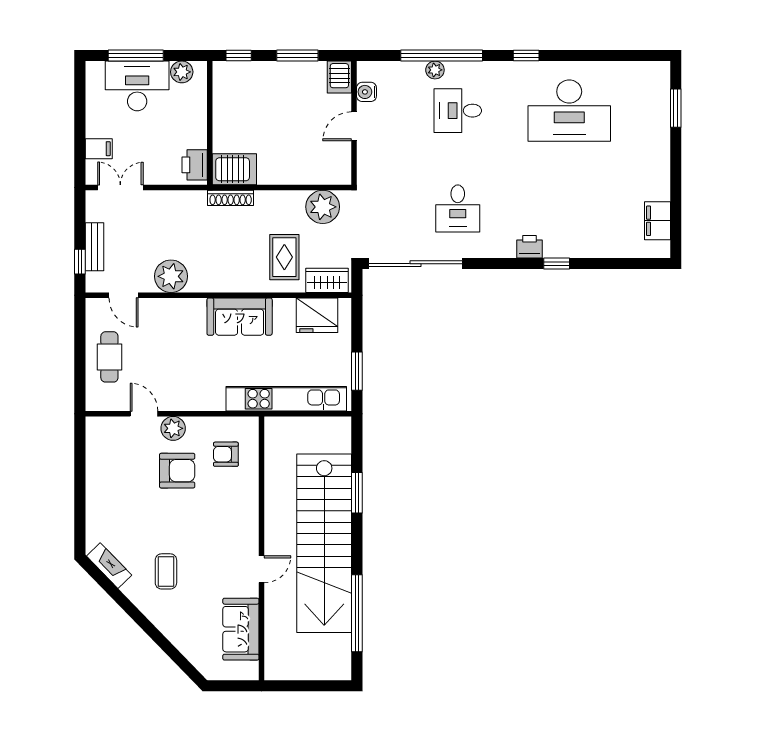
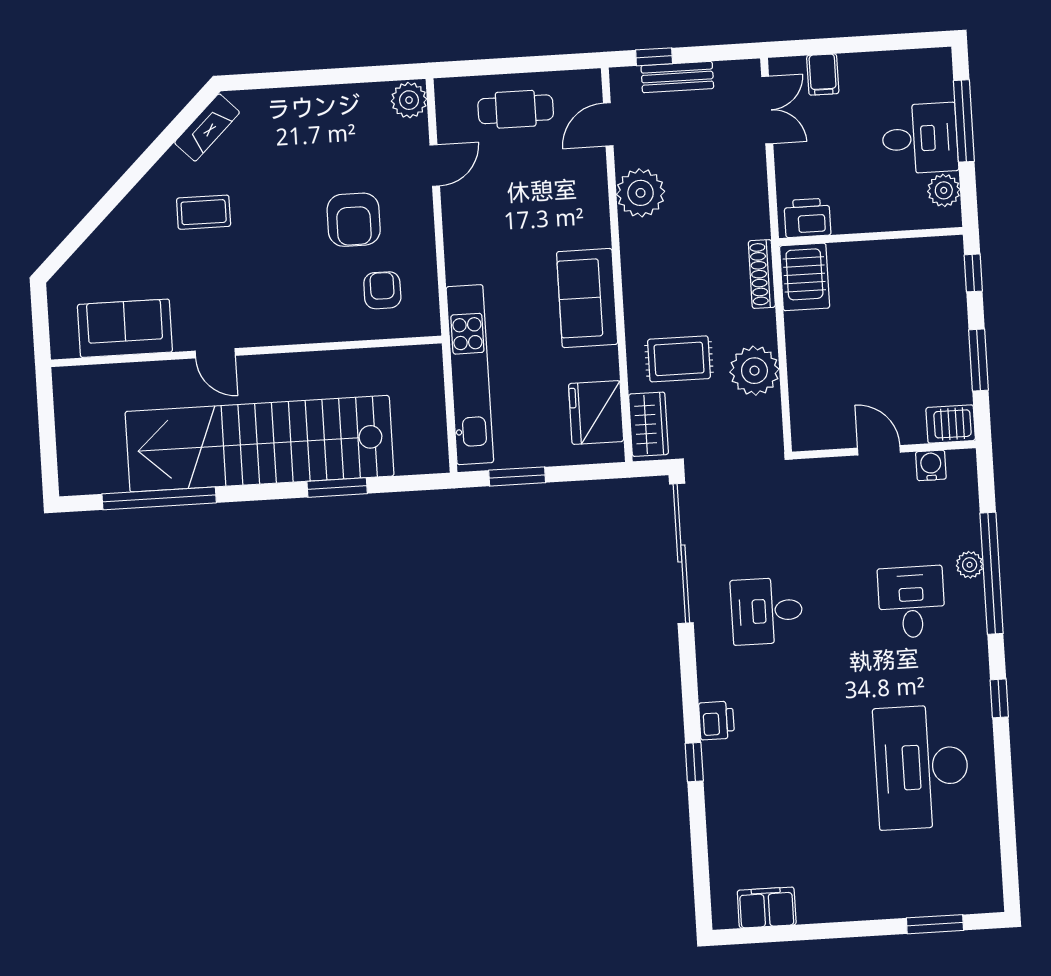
desk: (137, 86) -> (920, 138), width x0.73
plant: (323, 207) -> (754, 371), moved
plant: (173, 428) -> (409, 100), moved

